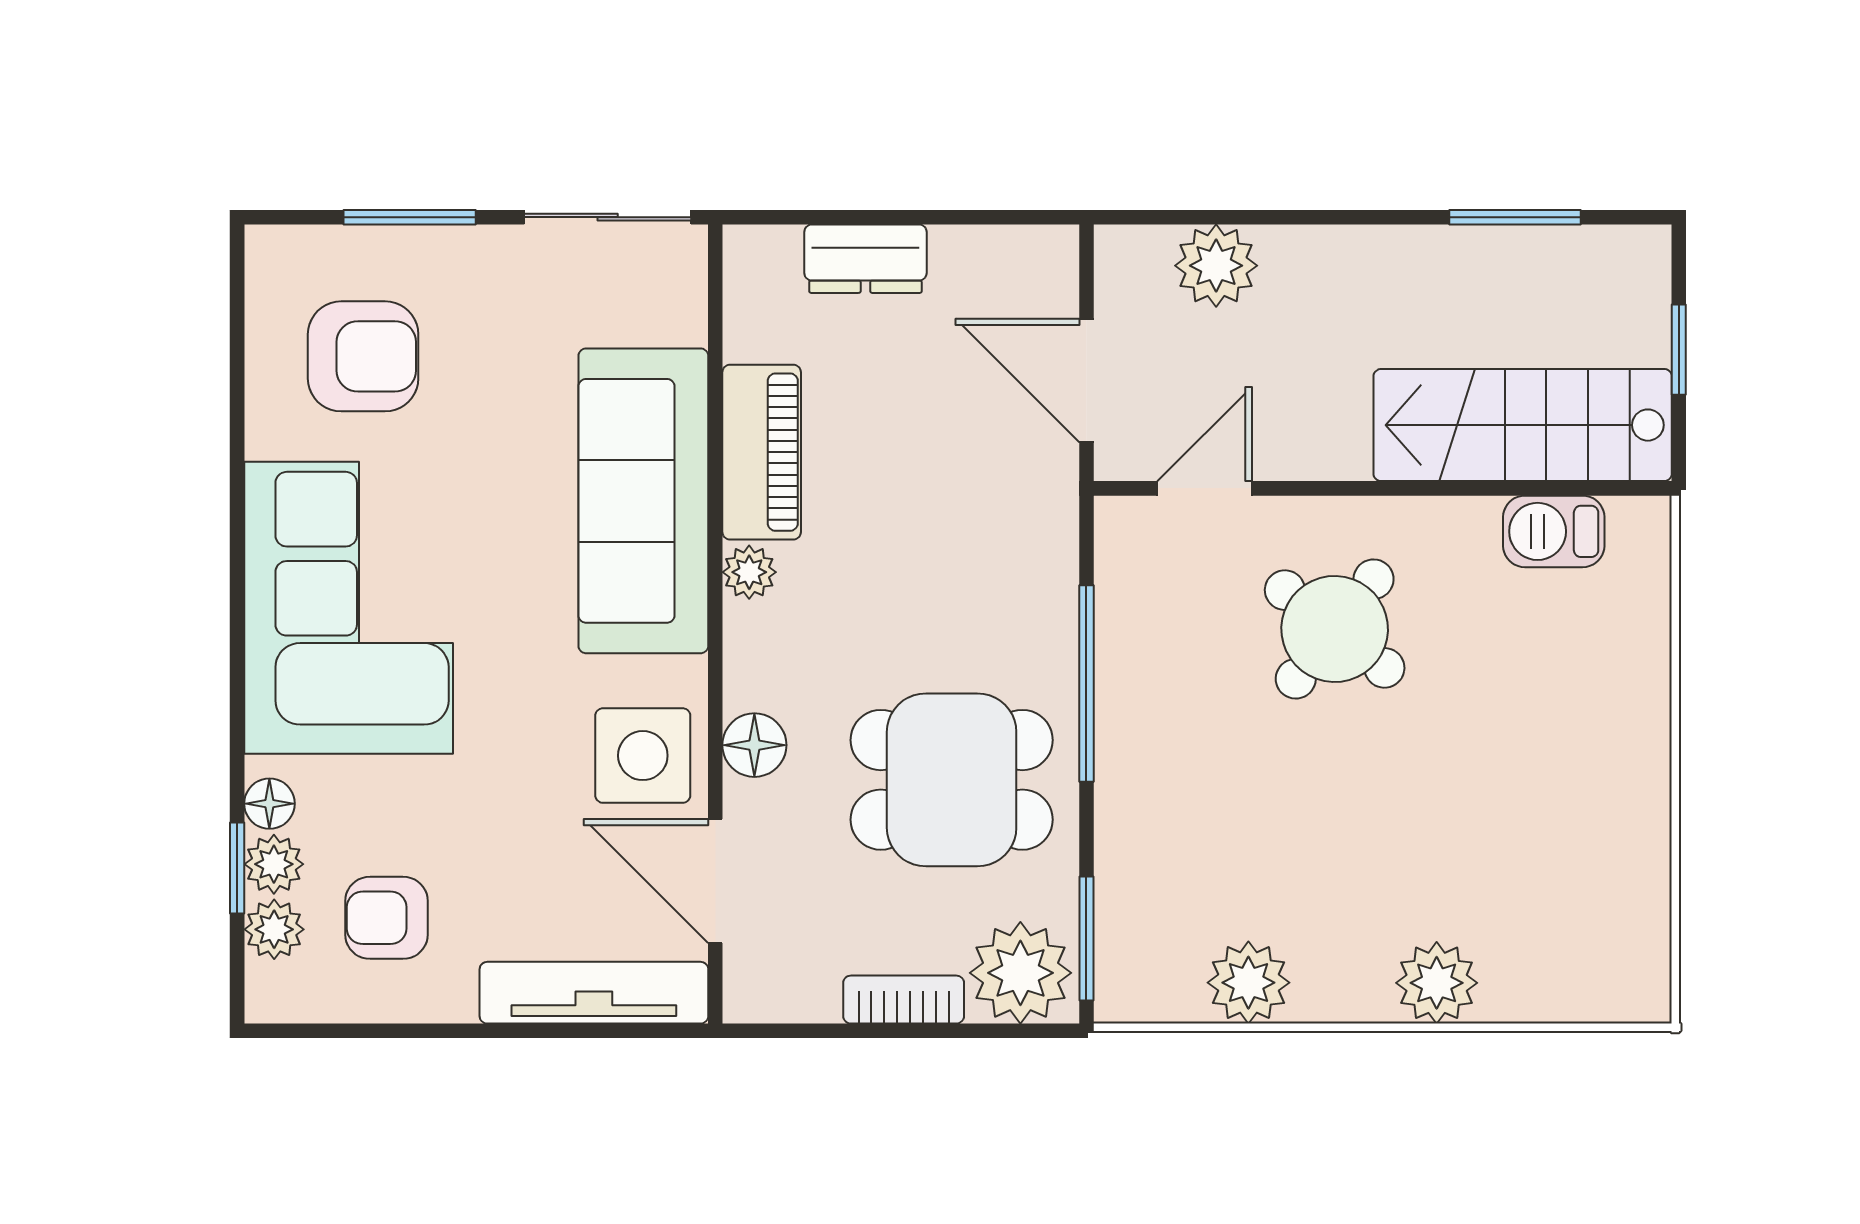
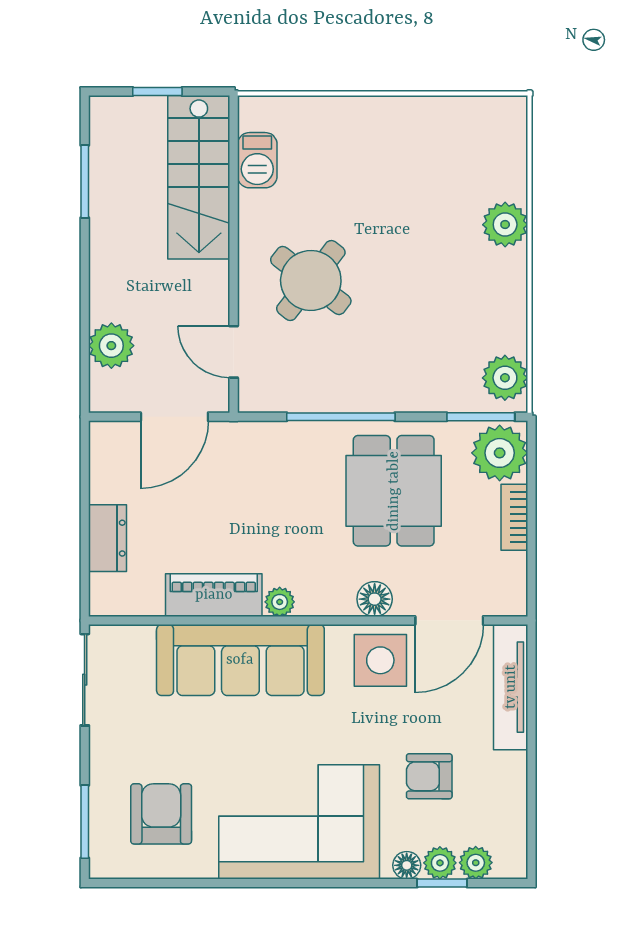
window: (410, 217) -> (85, 822), moved
armchair: (386, 918) -> (429, 776), moved, turned 90
plant: (1248, 983) -> (505, 378), moved

